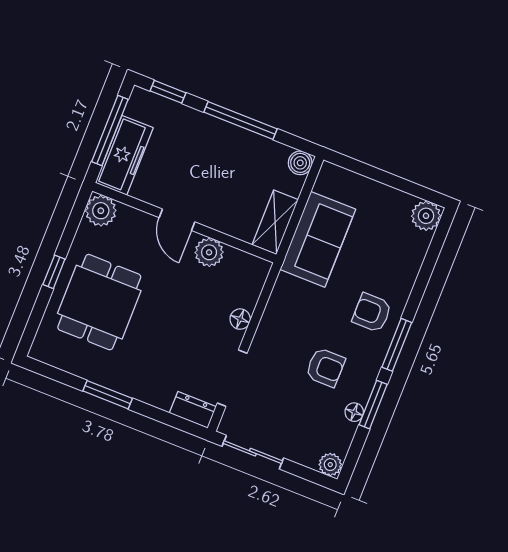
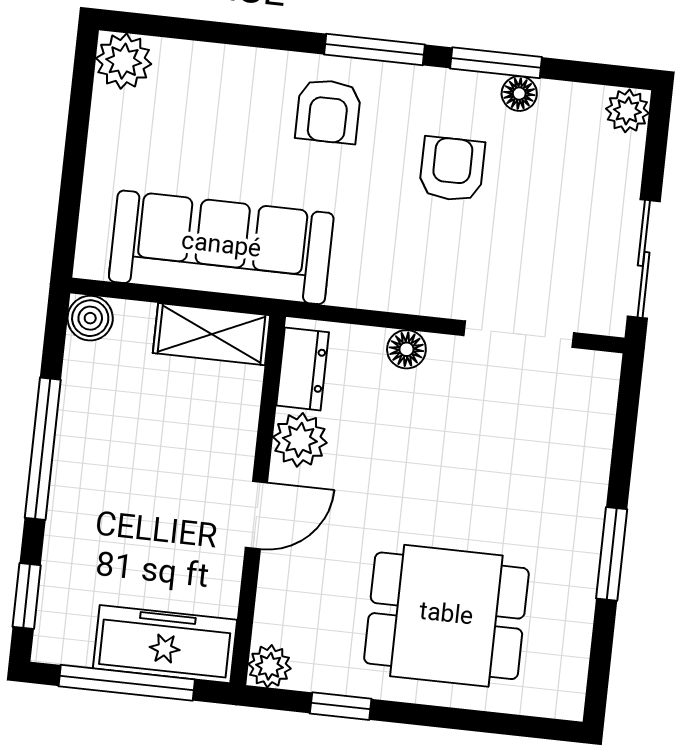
plant: (101, 211) -> (270, 666), width x0.73, depth x0.73
sofa: (318, 239) -> (221, 247), width x1.36
window: (54, 272) -> (341, 706), moved
dresser: (193, 410) -> (303, 369), moved, turned 180

